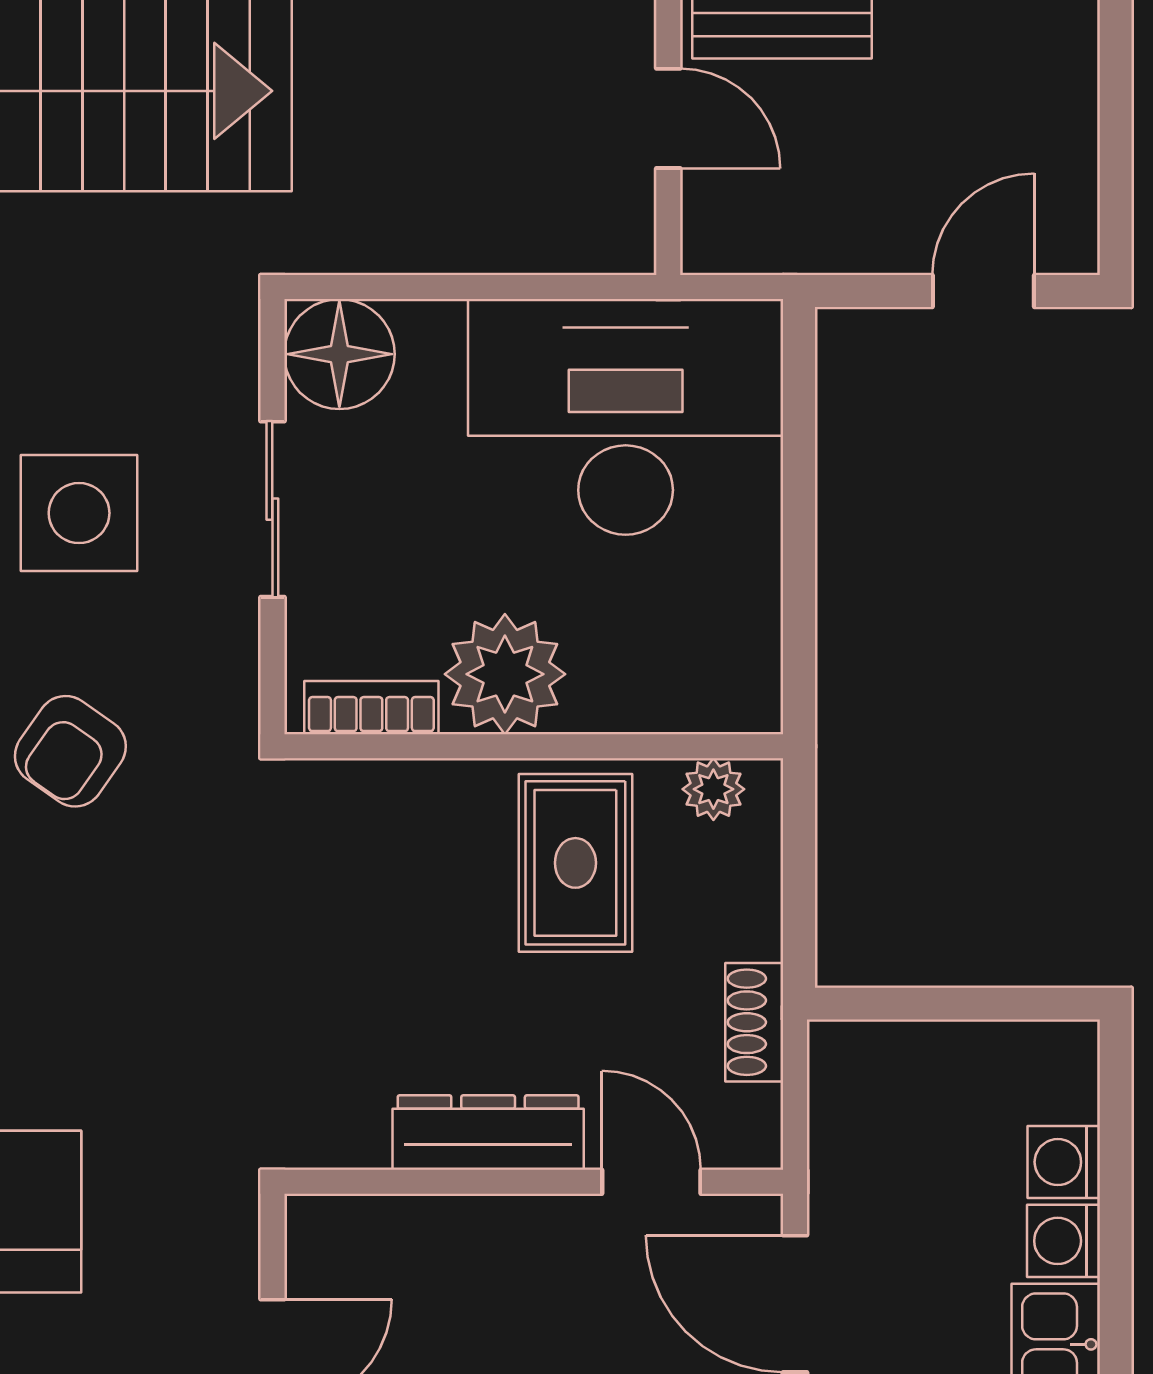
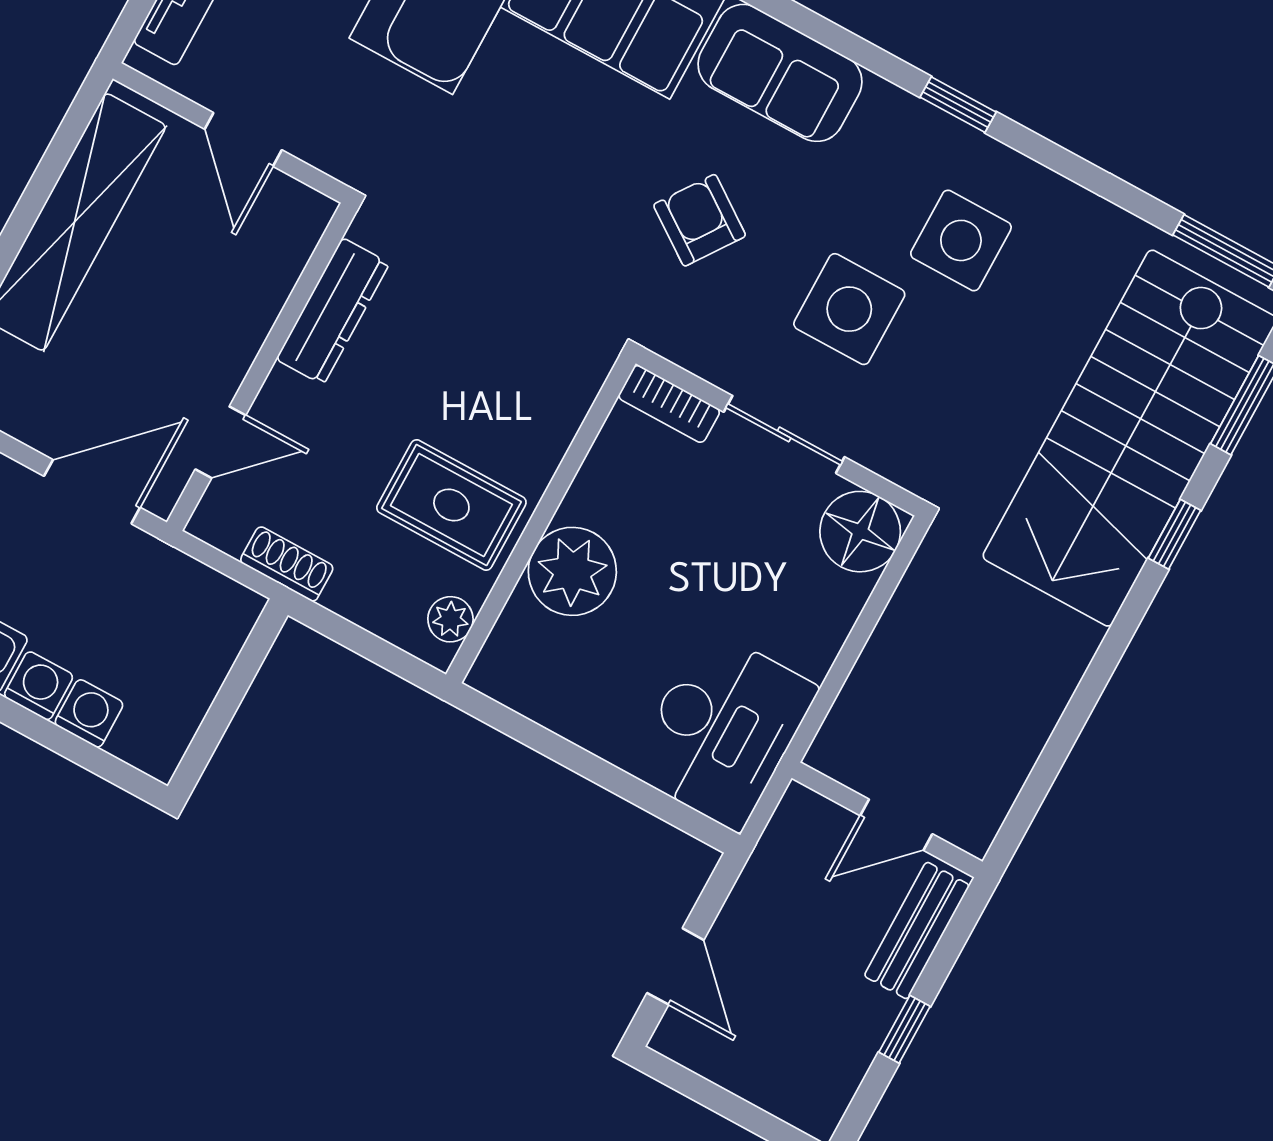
desk: (626, 417) -> (723, 730), width x0.73, depth x0.77
plant: (505, 674) -> (572, 571), moved
bookcase: (371, 708) -> (669, 404), moved, turned 90
dresser: (488, 1133) -> (333, 311), moved

